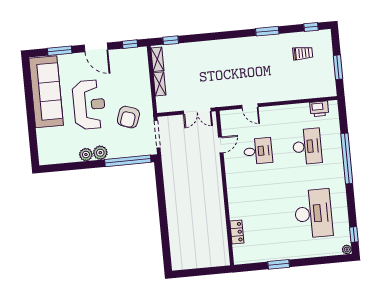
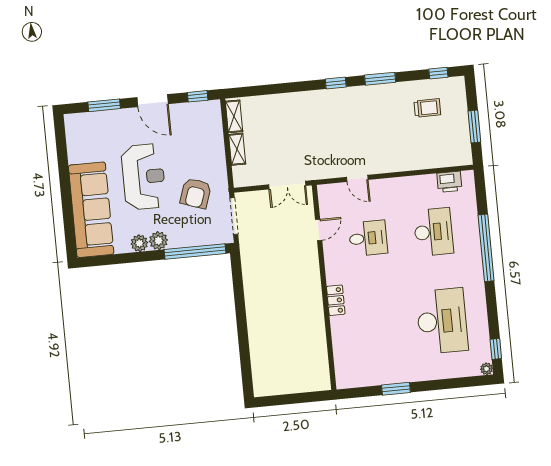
window: (171, 40) -> (336, 83), moved
sofa: (46, 92) -> (91, 210), moved
locker: (237, 232) -> (336, 300), moved

